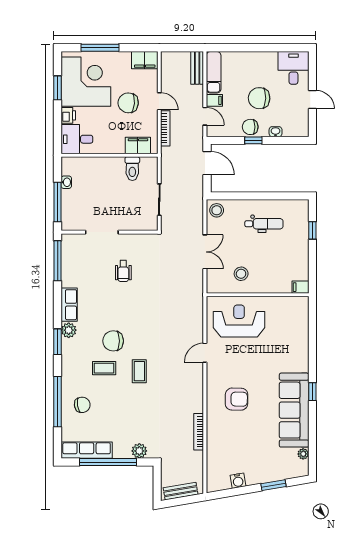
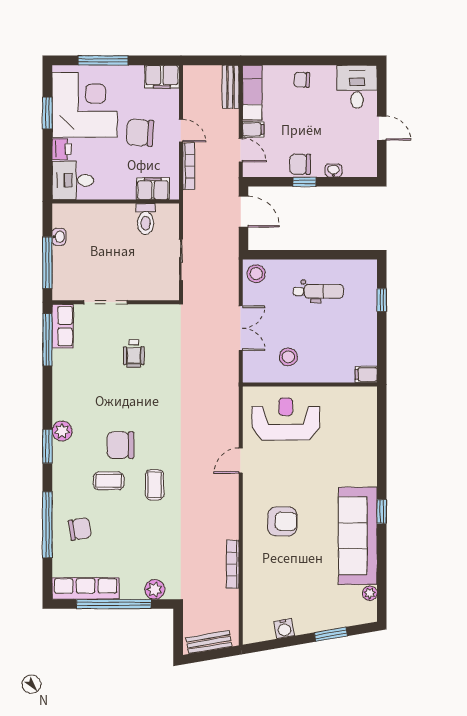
chair: (259, 98) -> (302, 80), moved, width x0.54, depth x0.54
row of seats: (69, 305) -> (63, 326), moved

